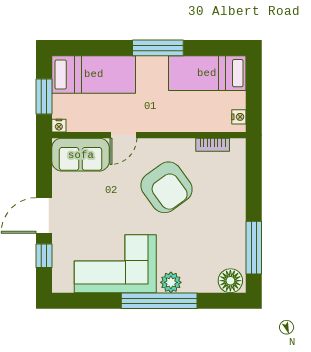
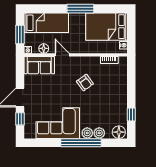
bed: (207, 73) -> (106, 27), width x1.50
floor lamp: (89, 123) -> (44, 48), added
door: (123, 135) -> (62, 55), swing flipped
armchair: (166, 187) -> (85, 83), width x0.53, depth x0.53
window: (254, 248) -> (131, 115), width x0.46
plant: (193, 282) -> (99, 133), added

